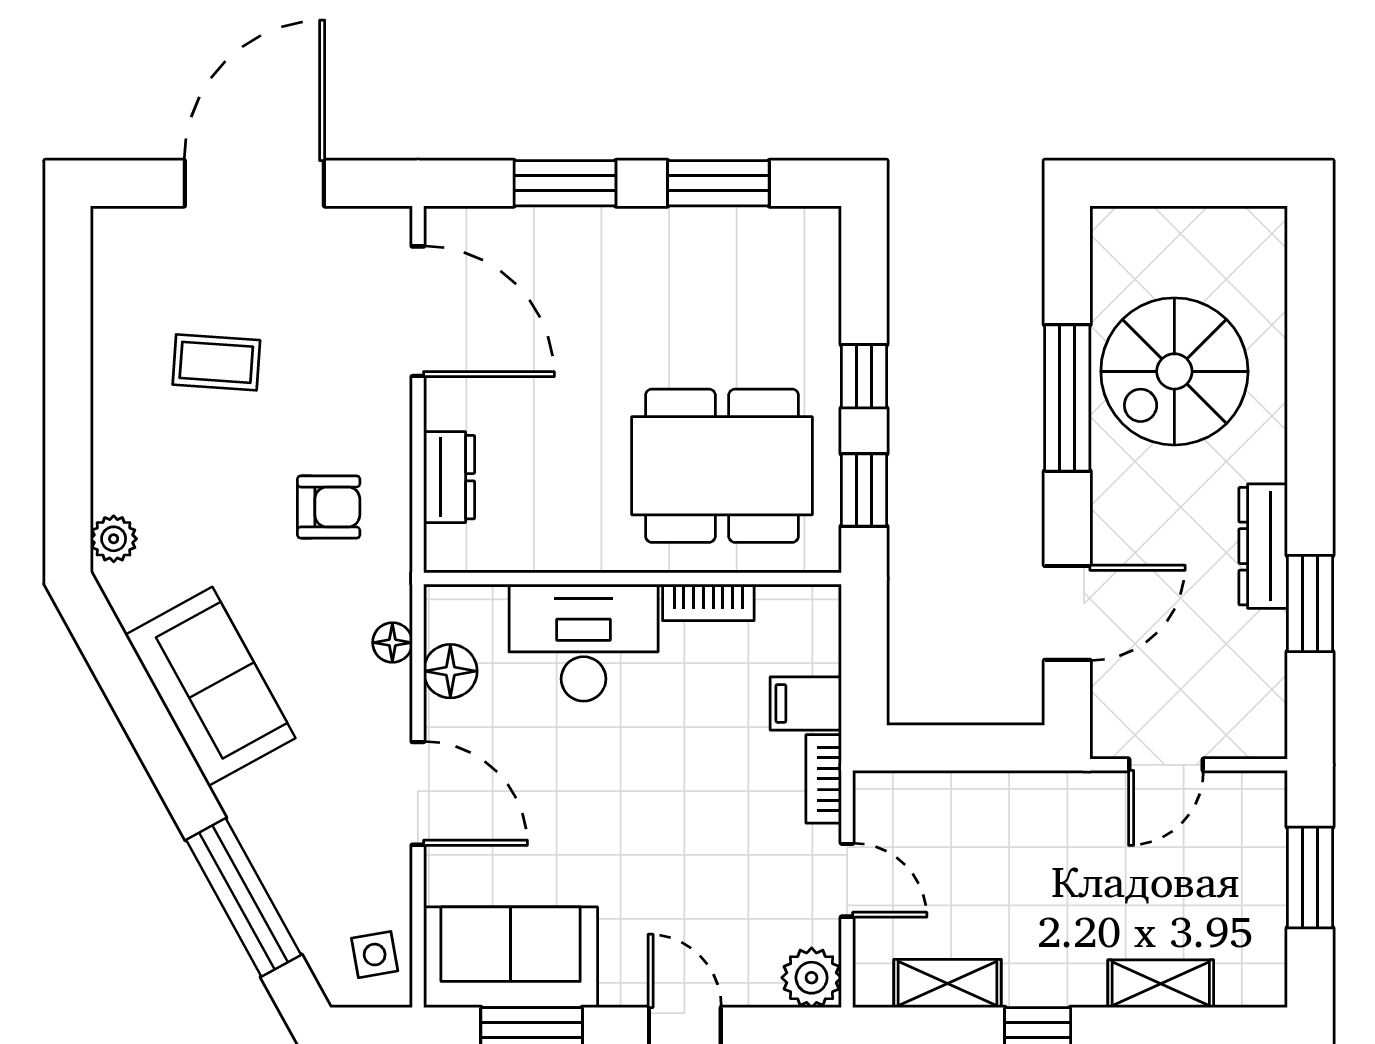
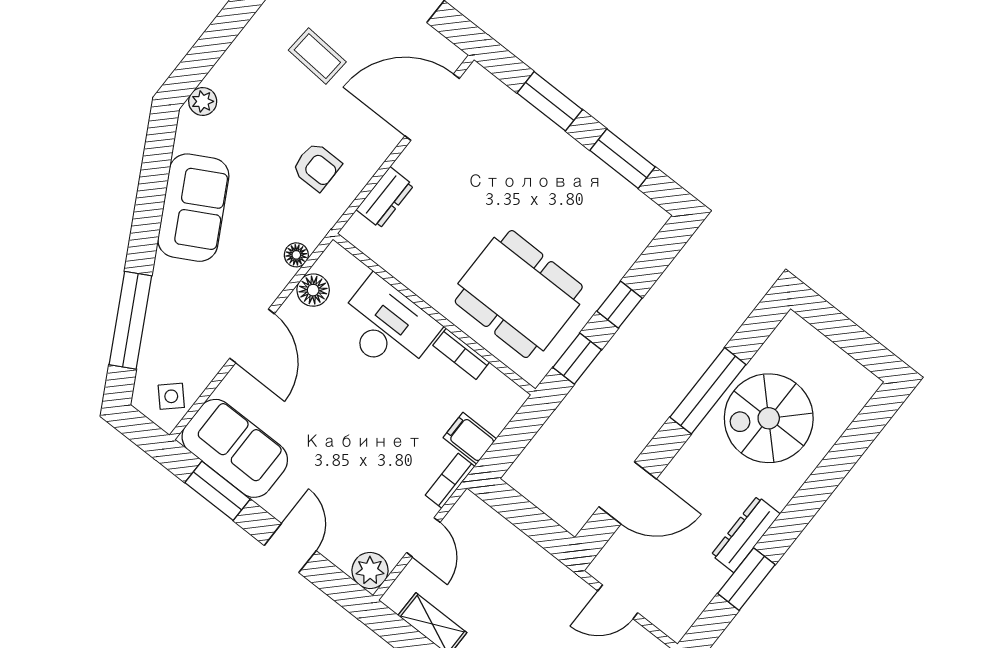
door: (418, 311) -> (432, 107), swing flipped
side table: (375, 955) -> (171, 396), turned -33

